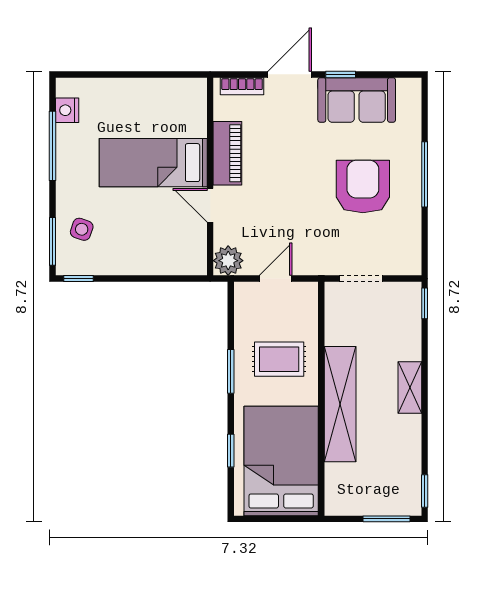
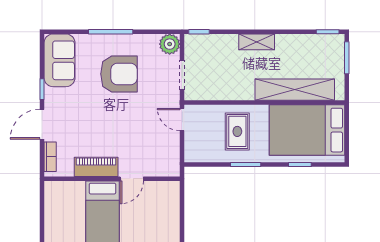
door: (290, 74) -> (42, 124), hinge flipped
sofa: (357, 100) -> (60, 60), moved
armchair: (363, 187) -> (119, 74), turned 180
plant: (228, 261) -> (170, 44), moved
door: (276, 279) -> (182, 120), moved
shelving: (340, 404) -> (295, 90), moved

